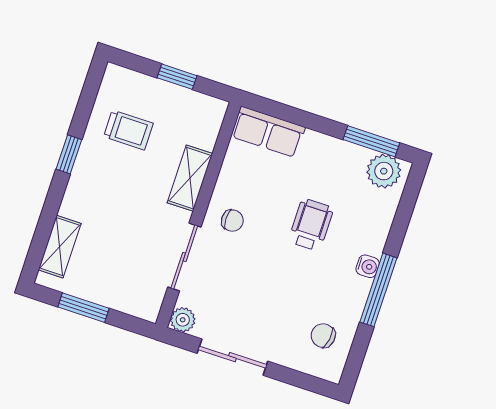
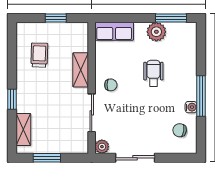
trolley: (128, 130) -> (39, 55), turned -88
window: (69, 154) -> (12, 99), moved
plant: (384, 171) -> (156, 32), moved
water cooler: (368, 266) -> (191, 107), moved

